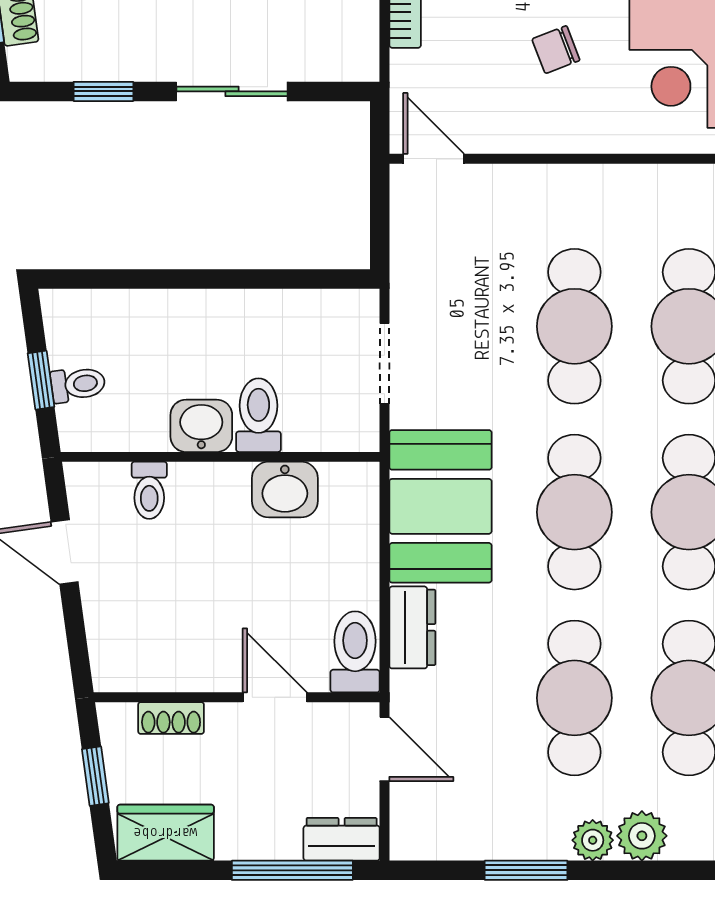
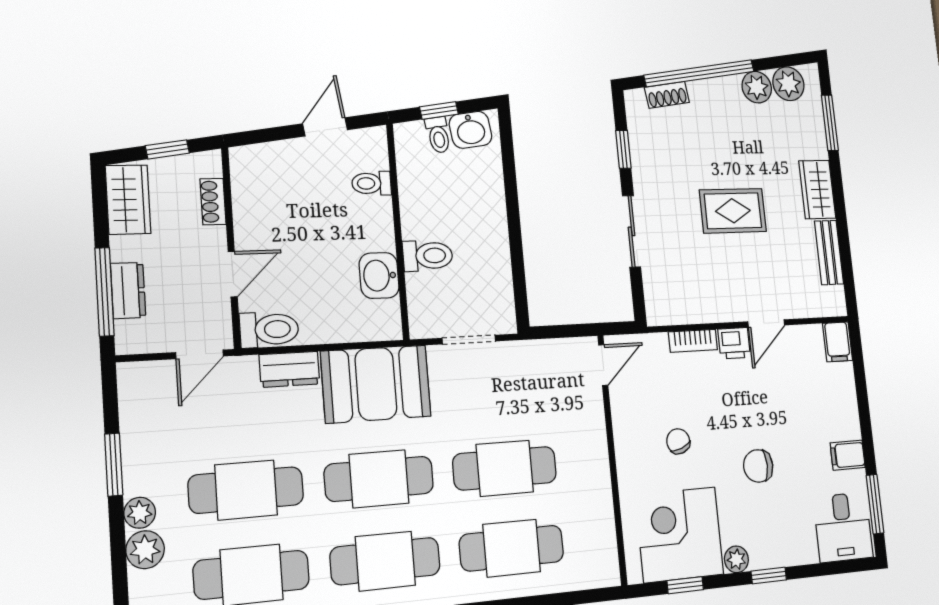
washbasin: (201, 426) -> (471, 130), moved, turned 82
dresser: (342, 839) -> (128, 290), moved

